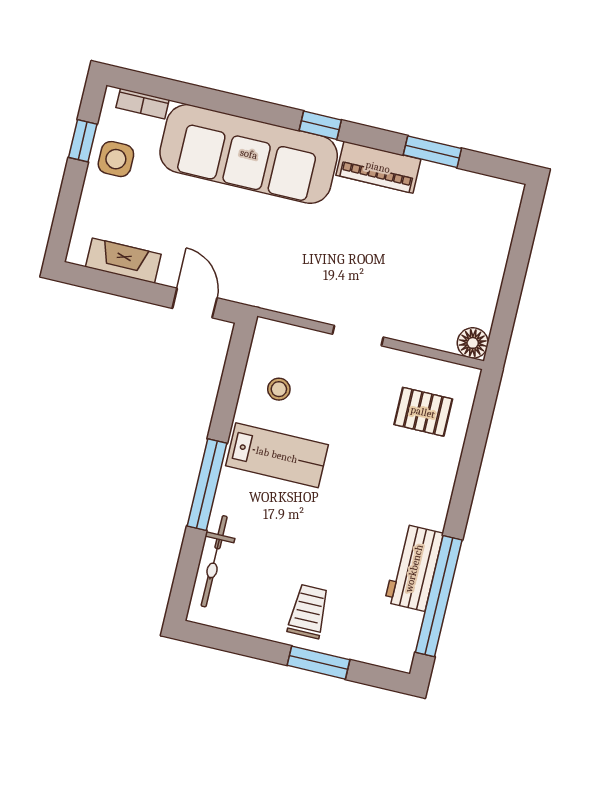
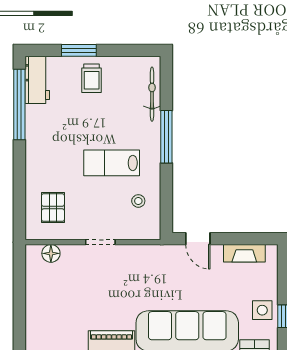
floor lamp: (473, 343) -> (51, 253), moved
pallet: (423, 412) -> (53, 208), turned 90
lab bench: (277, 455) -> (112, 163), moved
workbench: (414, 568) -> (37, 80), moved

